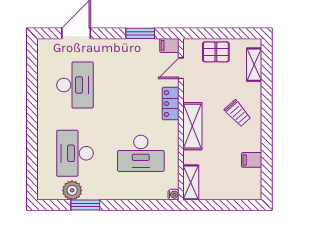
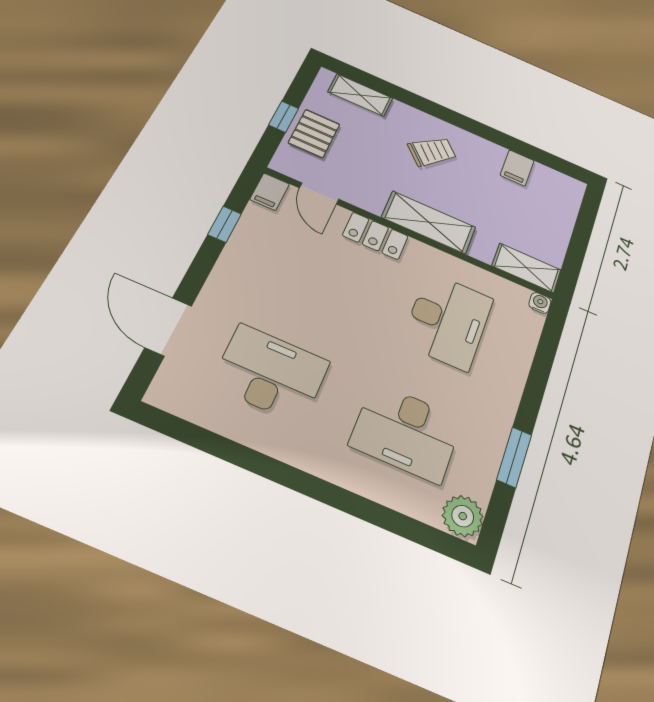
window: (140, 33) -> (225, 224), width x0.67
window: (218, 33) -> (284, 117), added
plant: (72, 190) -> (463, 516), moved

